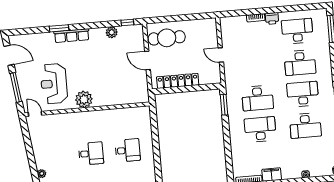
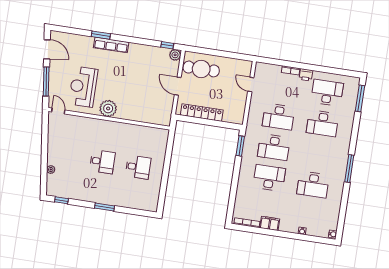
plant: (112, 32) -> (175, 55), moved
door: (221, 55) -> (251, 84), moved
desk: (303, 94) -> (279, 117), moved, turned 180

